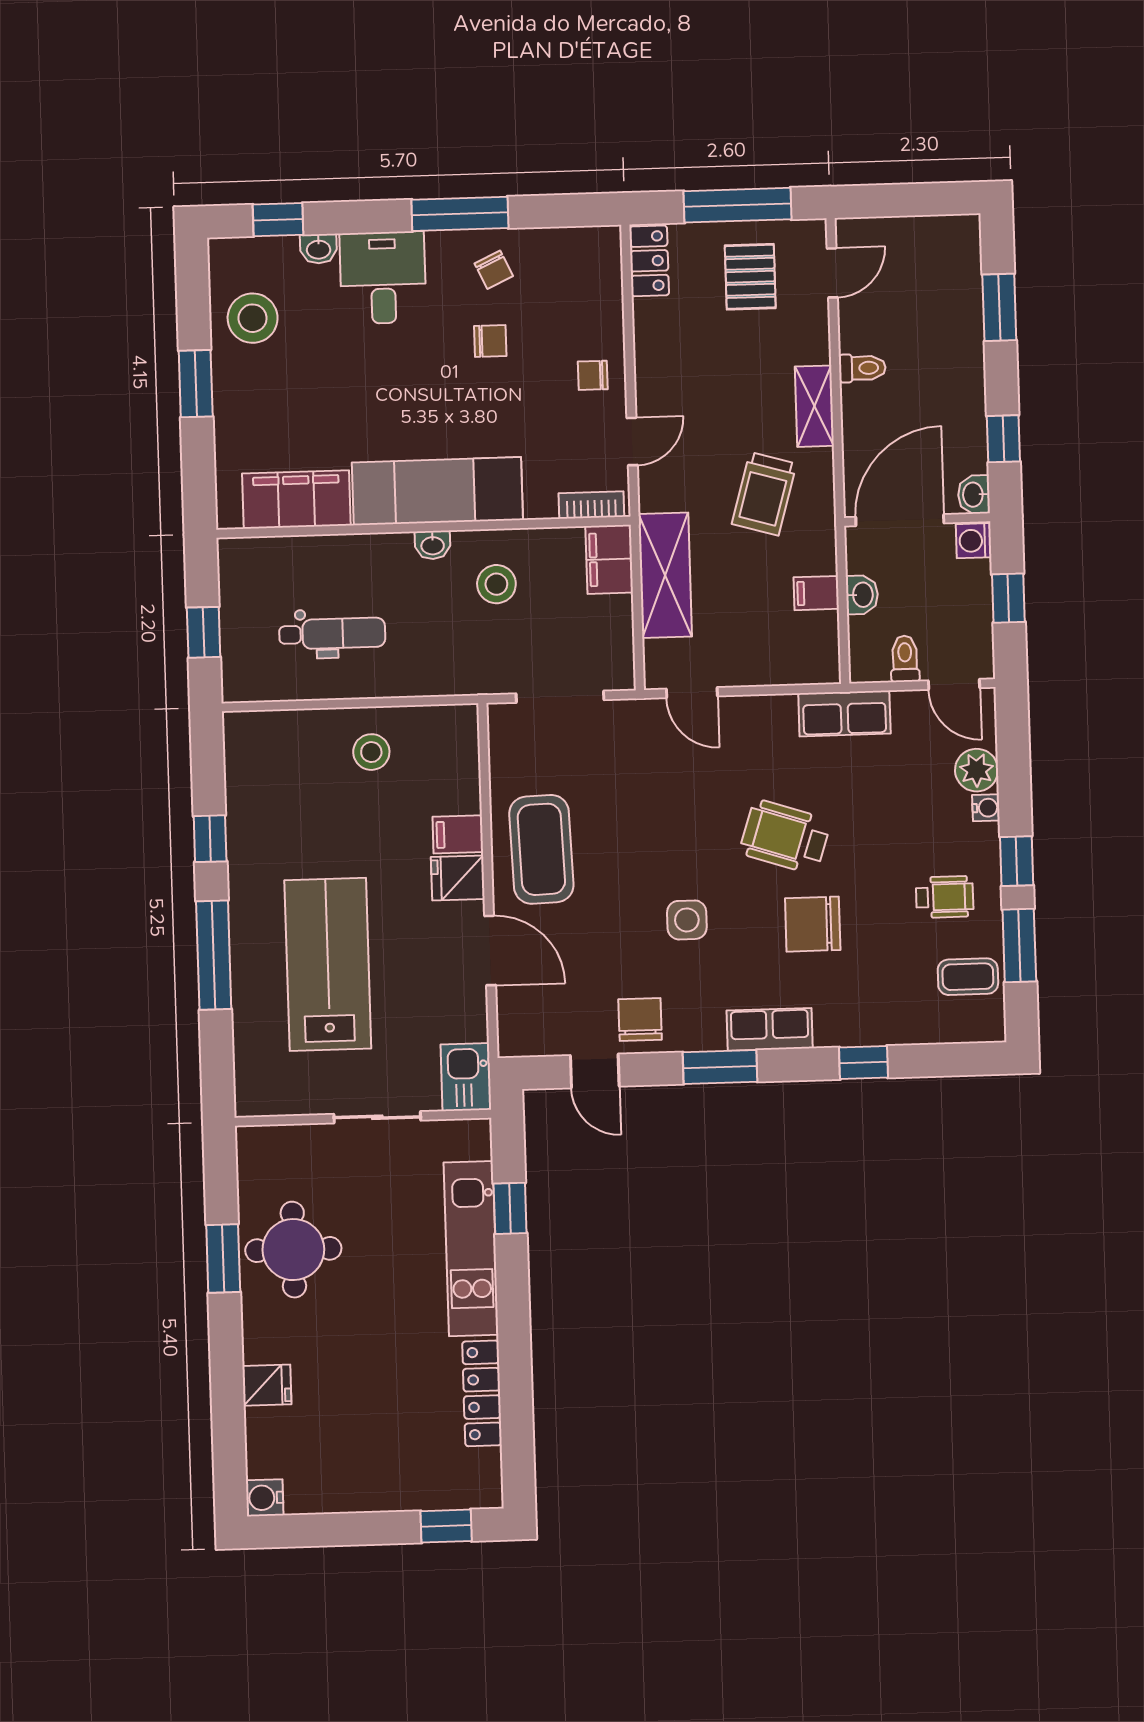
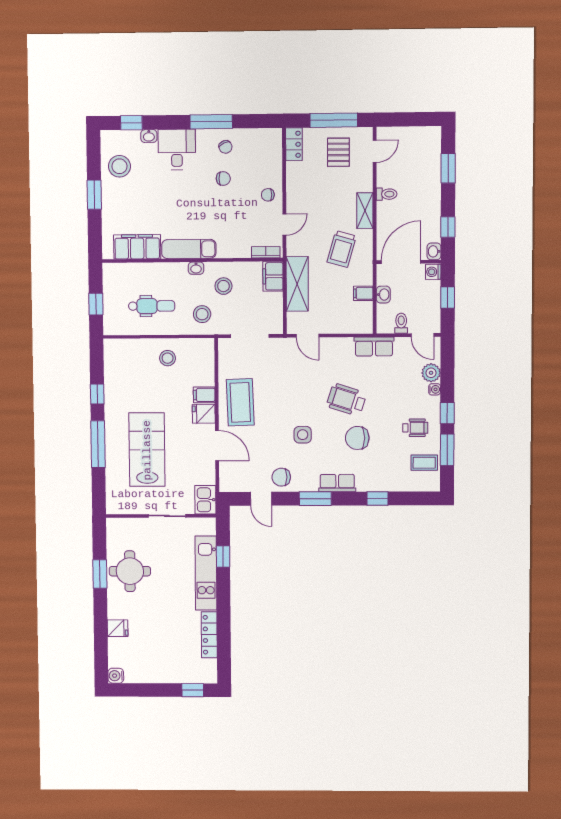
exam couch: (437, 491) -> (189, 249), width x0.73, depth x0.69
stool: (449, 649) -> (202, 314), added
chair: (640, 1020) -> (281, 477), turned -90

